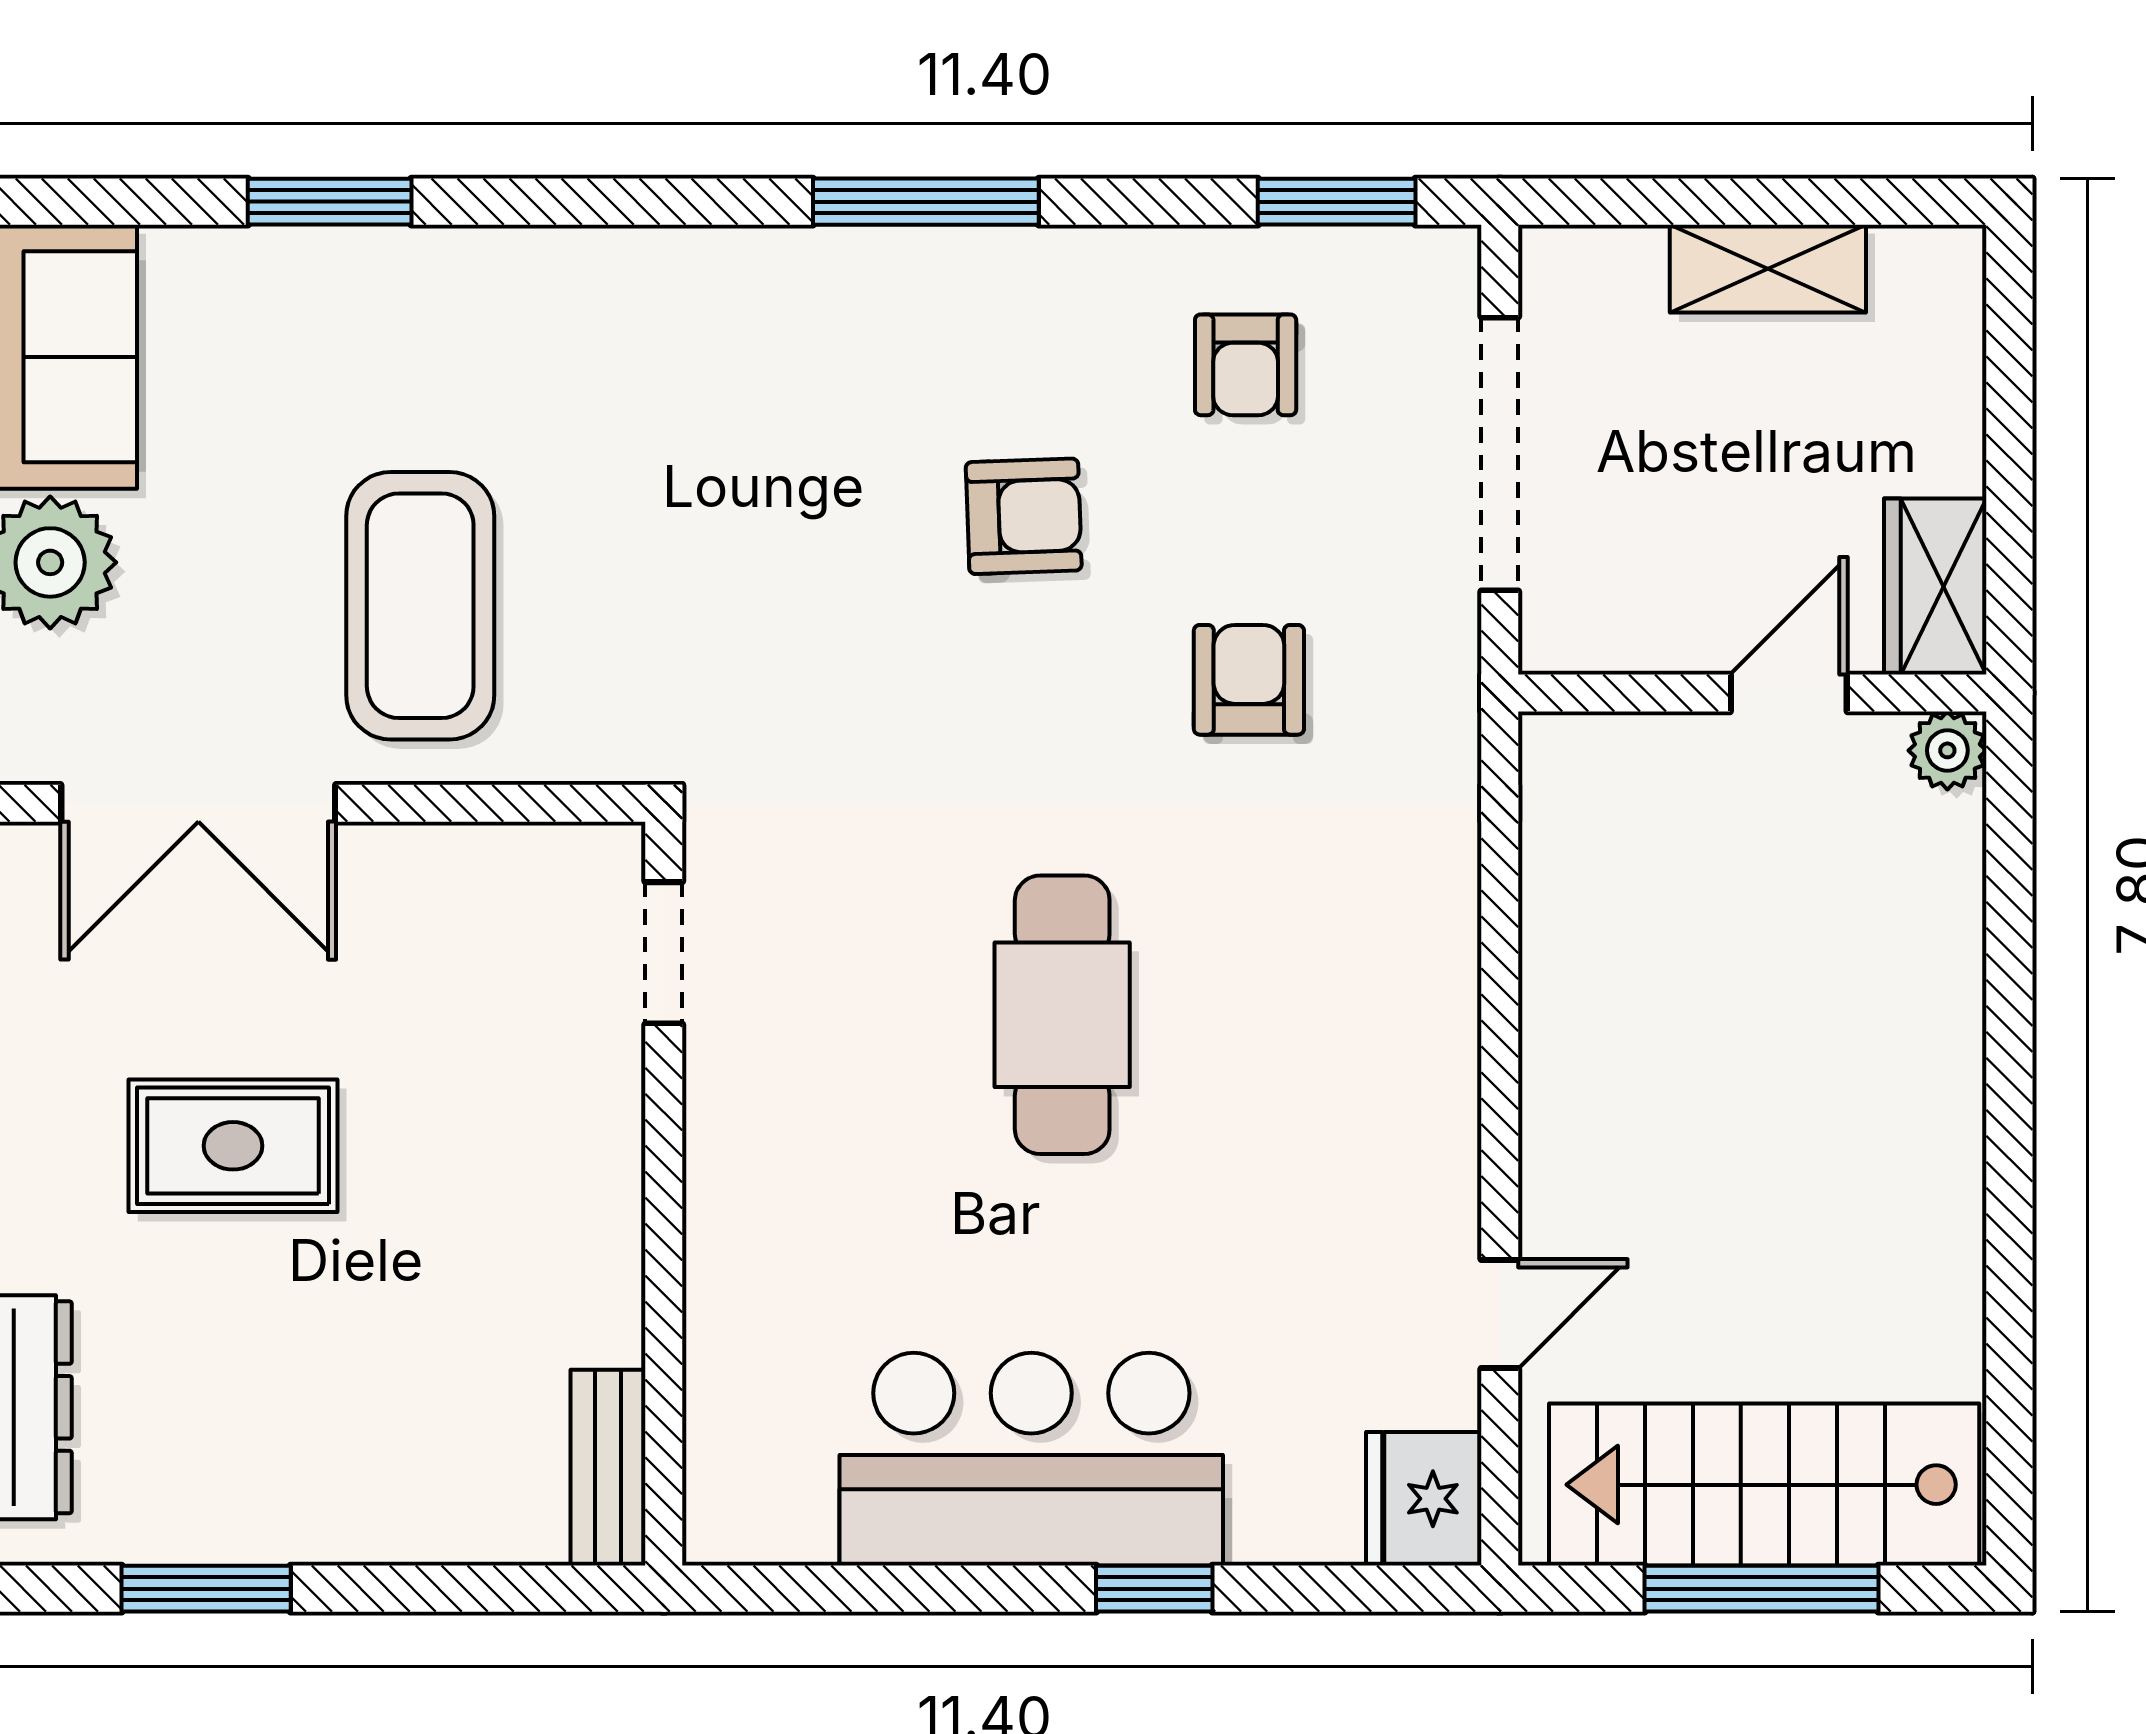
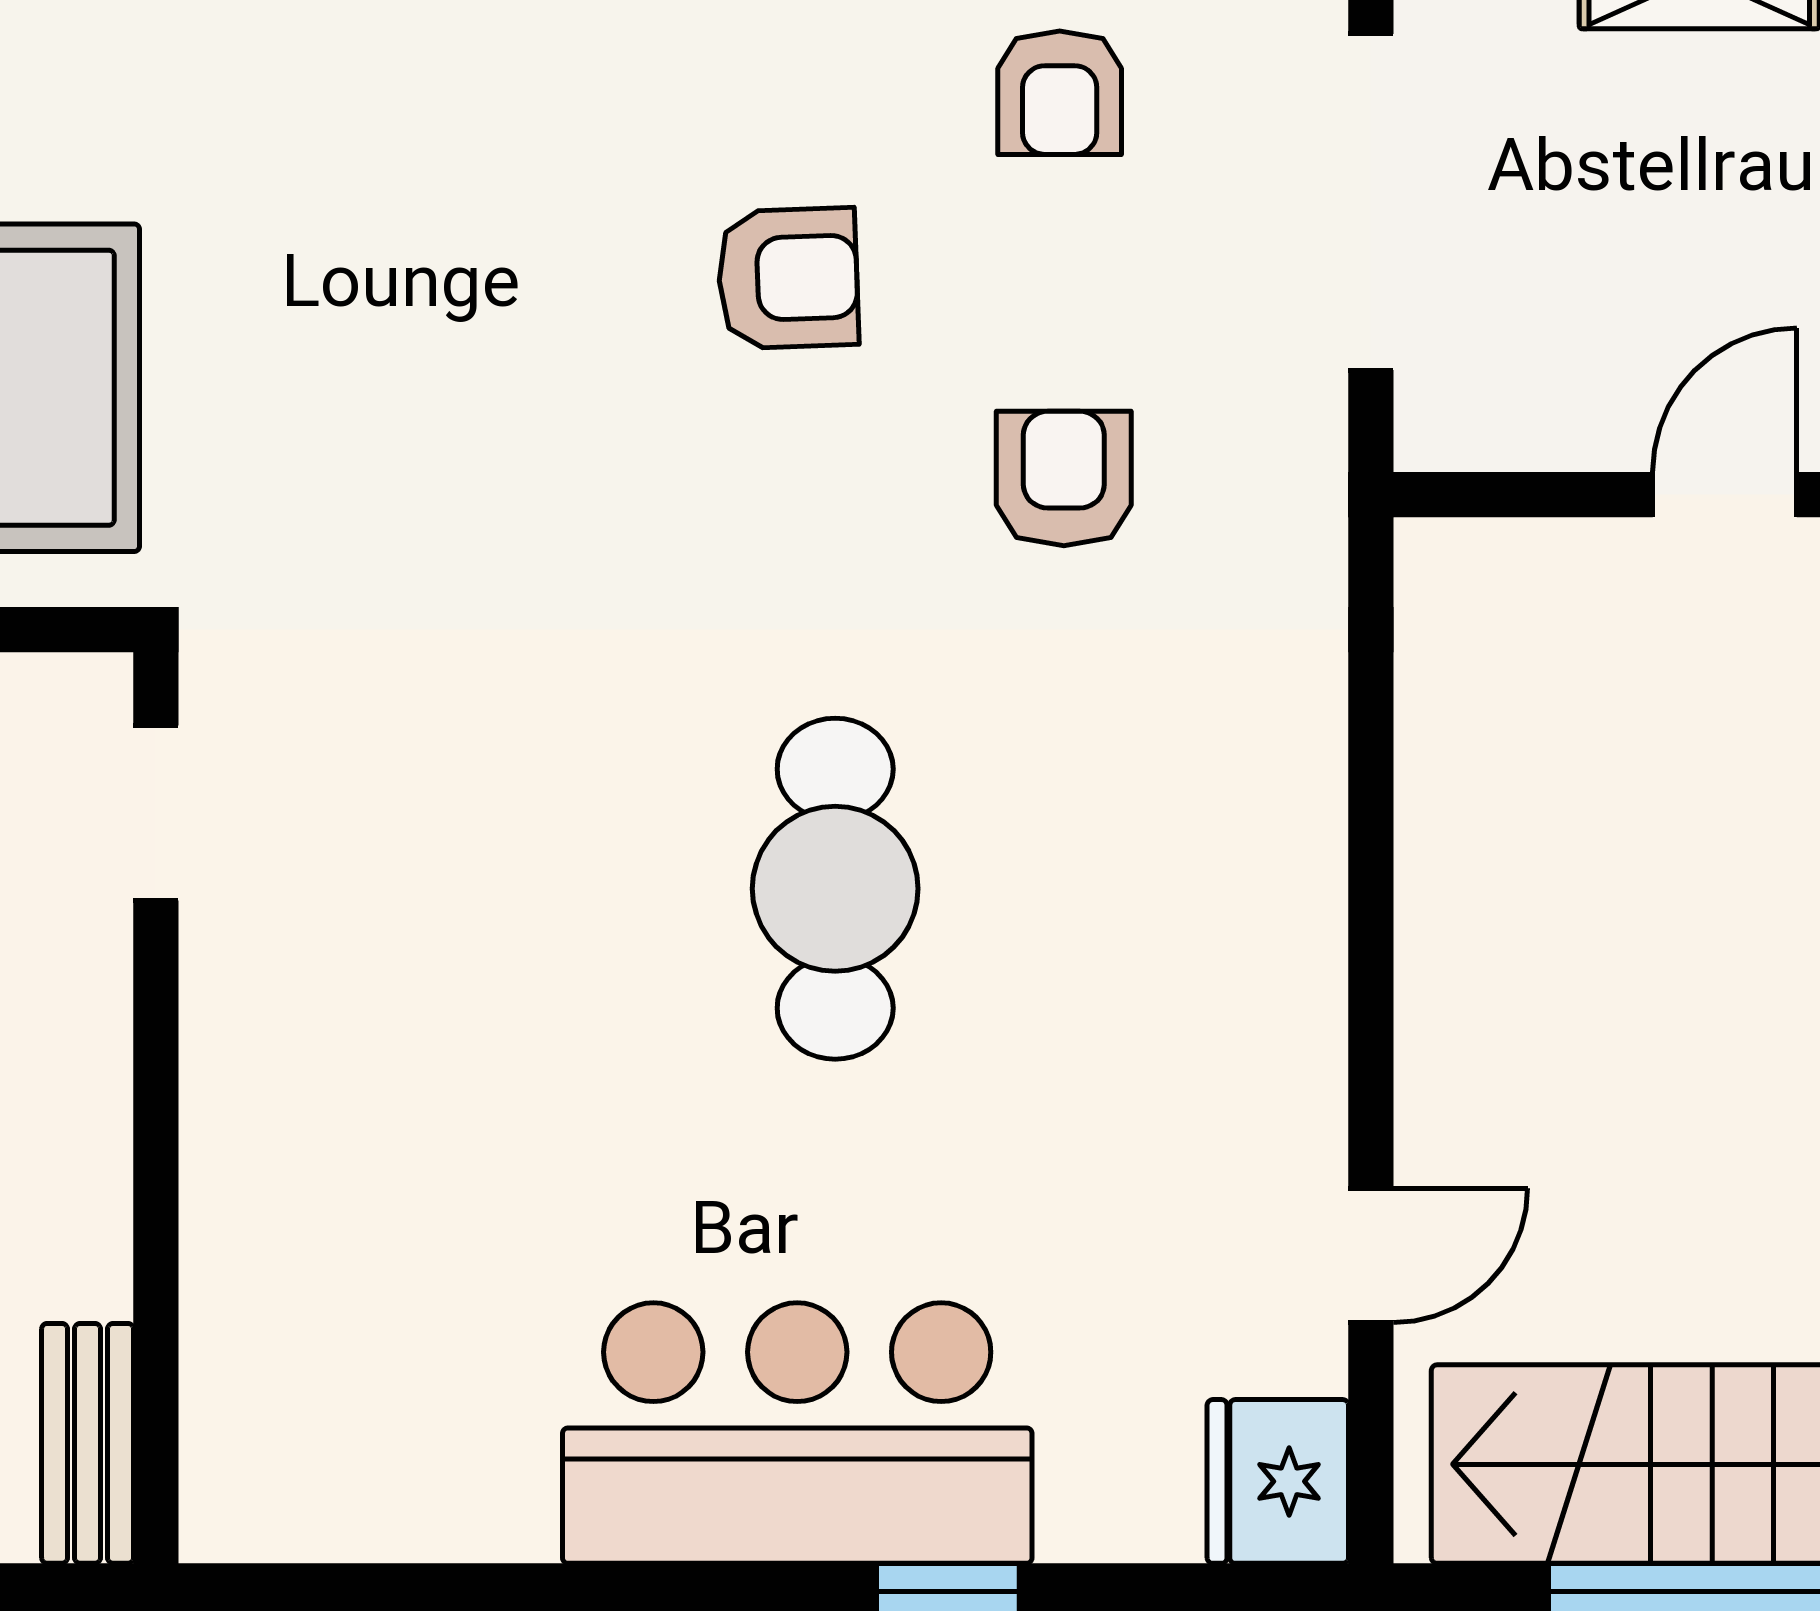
doorway: (664, 953) -> (156, 813), moved
wall: (664, 1194) -> (156, 1108), moved
bench: (608, 1468) -> (88, 1443), moved

